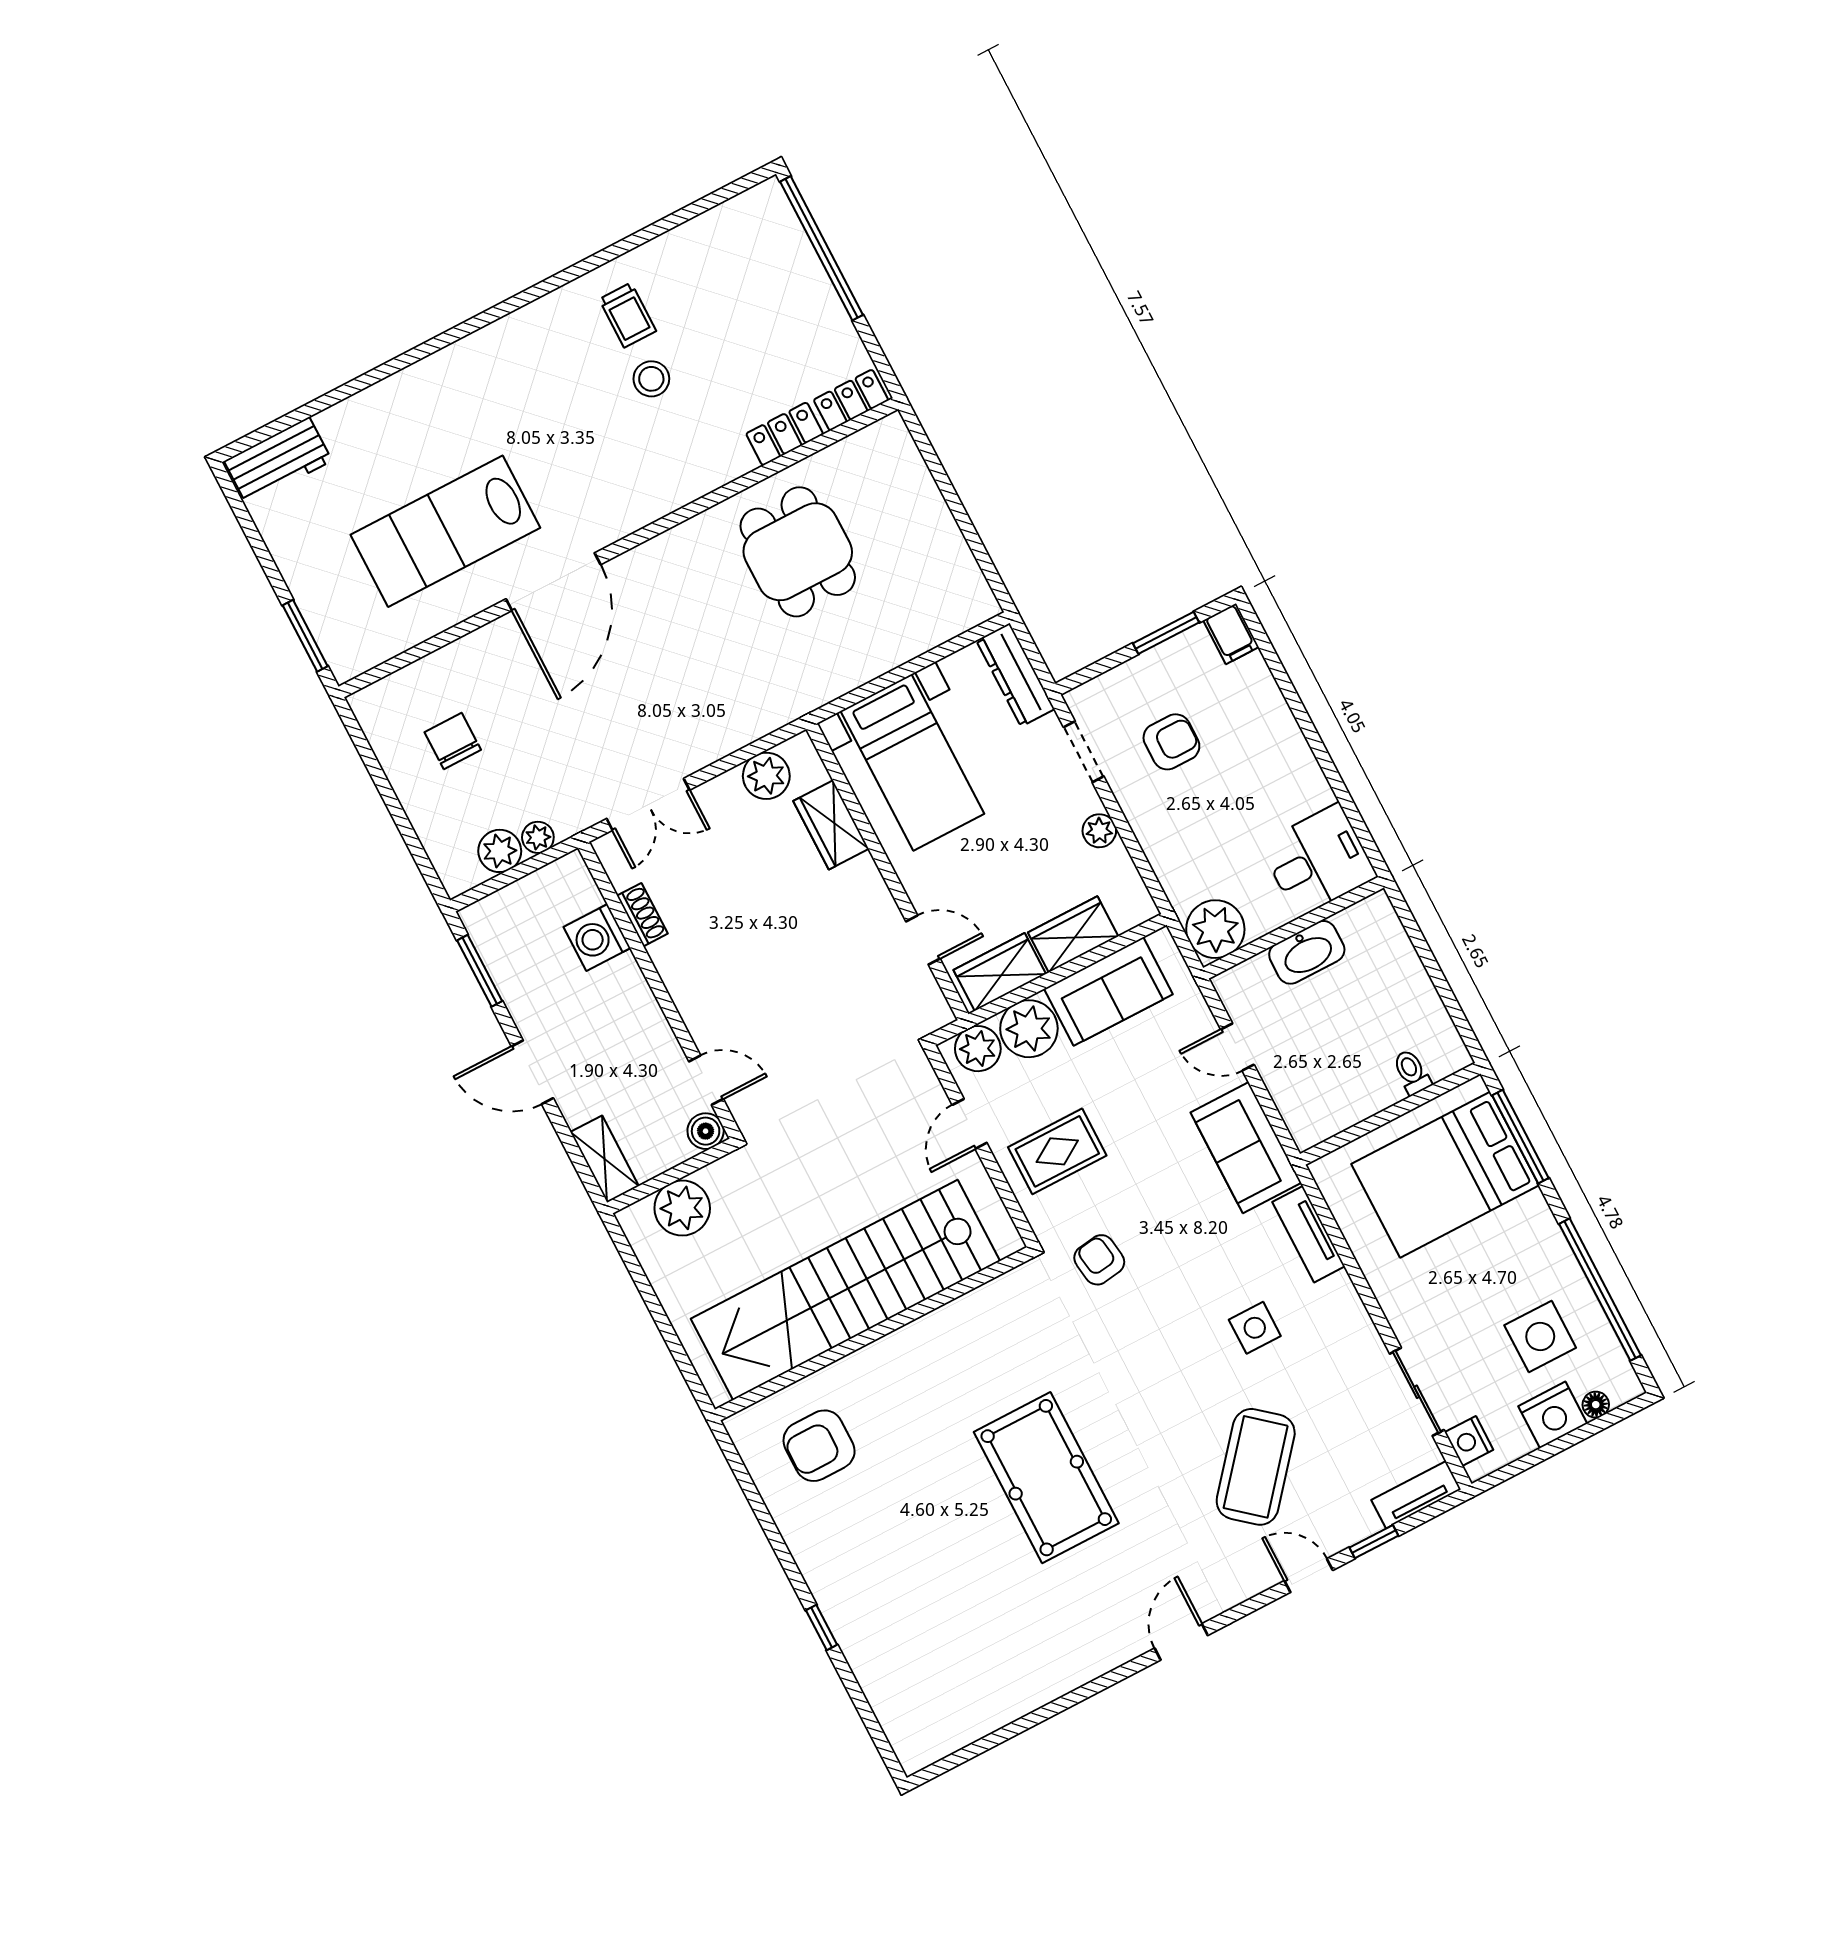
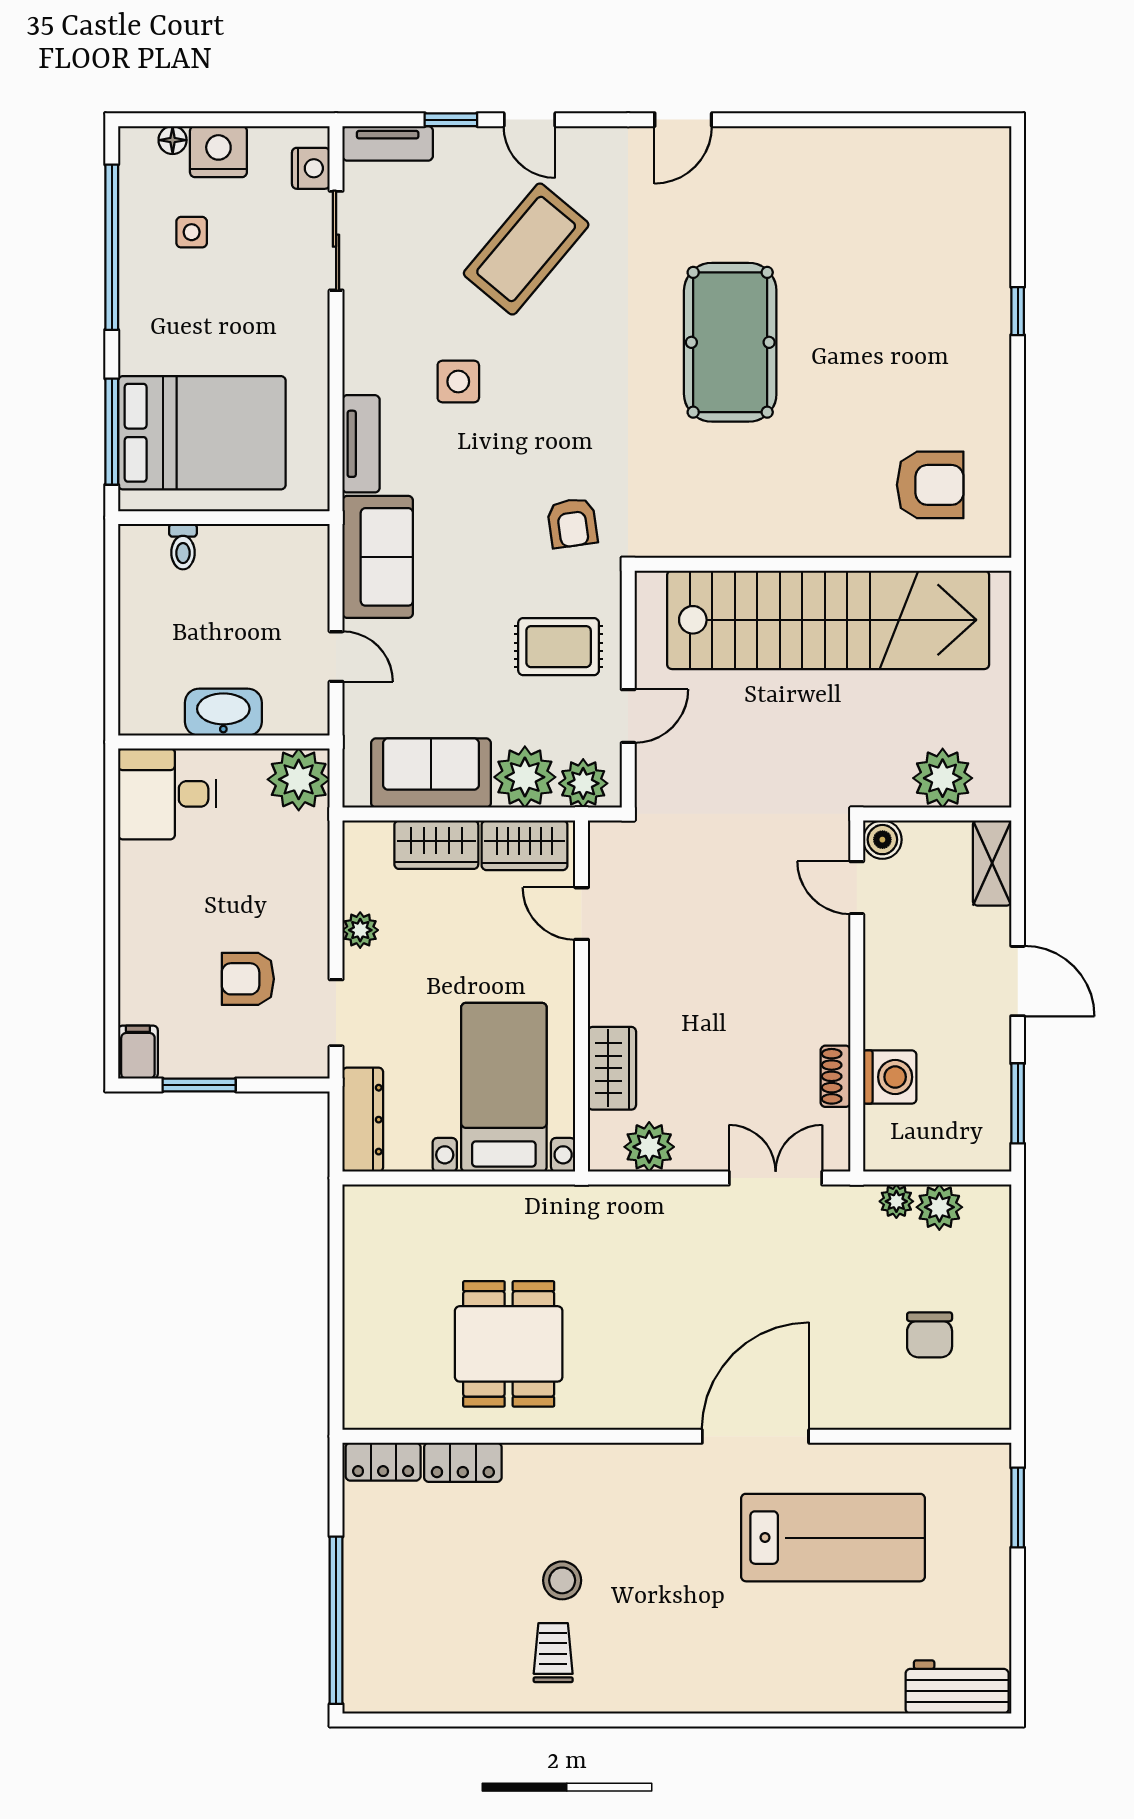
side table: (1540, 1336) -> (192, 232), width x0.54, depth x0.54

